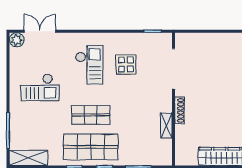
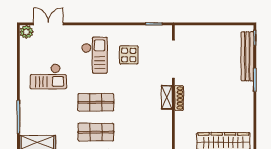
shelving: (166, 125) -> (167, 97), moved
shop shelf: (91, 147) -> (96, 132), width x0.70, depth x0.74

